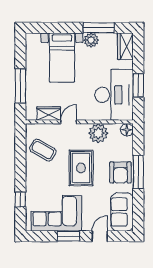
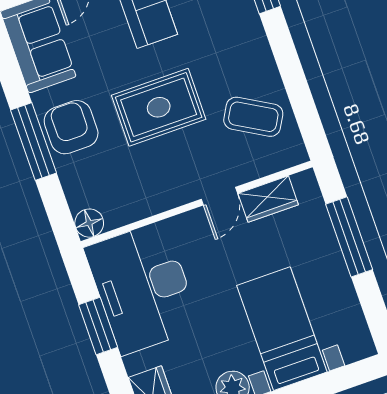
plant: (98, 133) -> (148, 194), removed
rug: (81, 168) -> (159, 107), turned 90

